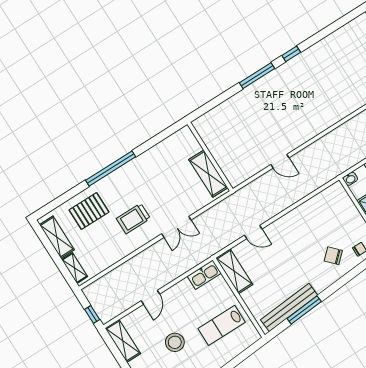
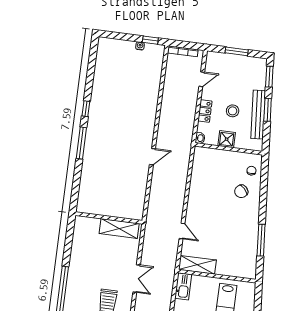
door: (280, 161) -> (152, 157), moved
door: (253, 232) -> (182, 231), hinge flipped
bench: (289, 307) -> (251, 249), removed

